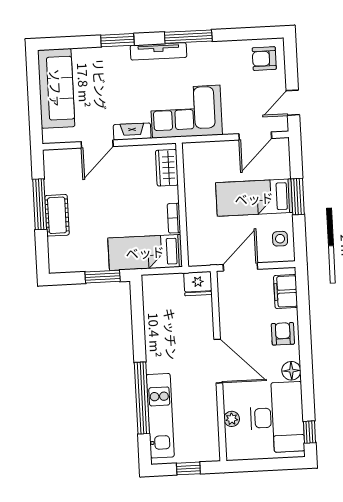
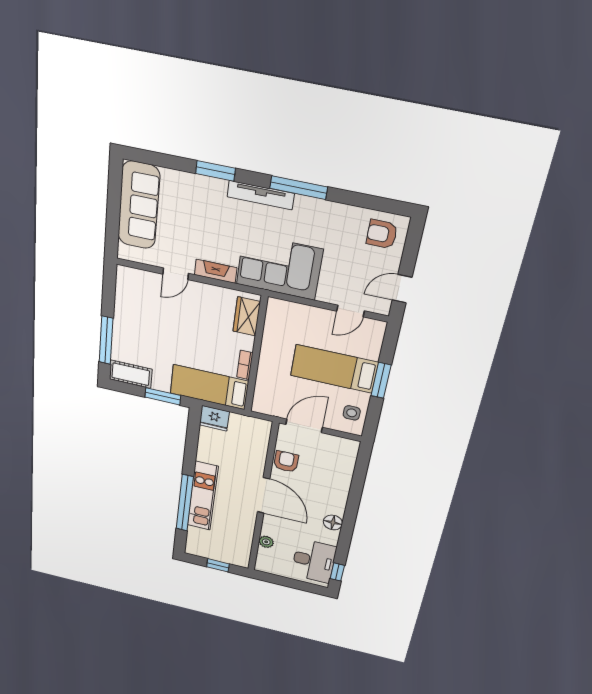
door: (255, 136) -> (350, 311), width x0.73
door: (97, 144) -> (176, 274), width x0.73
window: (40, 204) -> (106, 340), moved
cot: (57, 215) -> (131, 374), moved, turned 90
fridge: (198, 284) -> (214, 418), moved
filing cabinet: (286, 291) -> (345, 459), removed
armchair: (283, 334) -> (286, 462), moved
kitchen unit: (160, 416) -> (203, 496), moved
desk: (277, 417) -> (314, 561), width x0.73, depth x0.77

